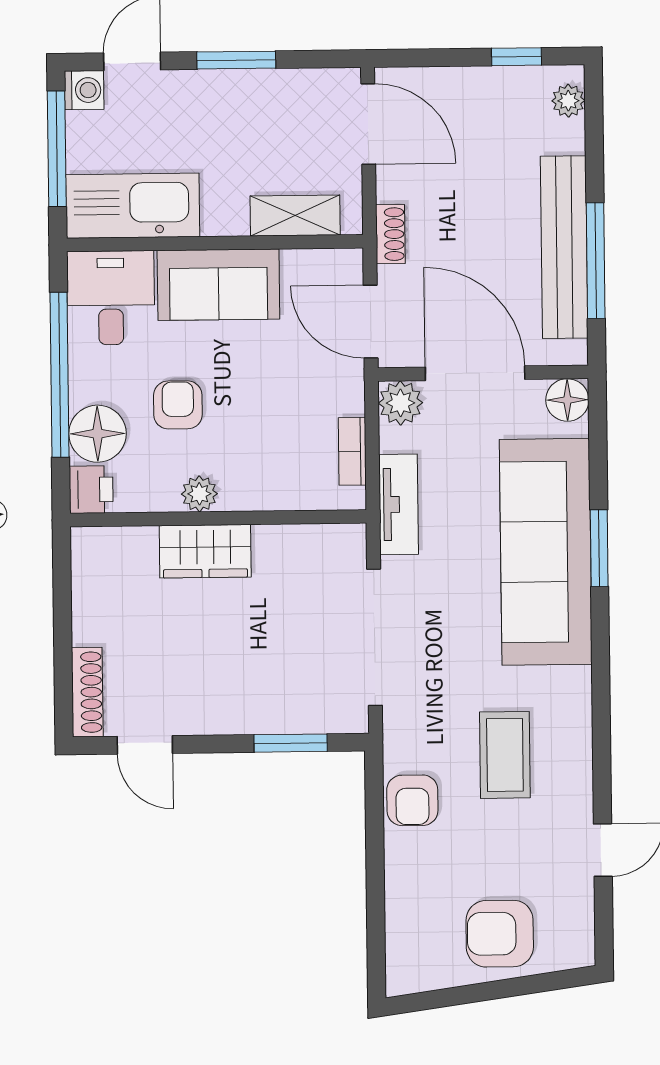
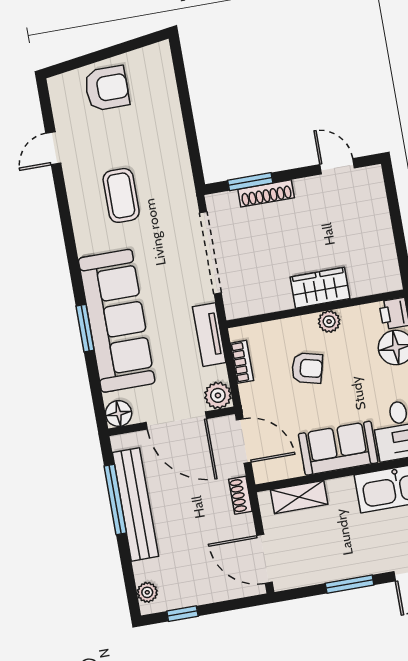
armchair: (178, 405) -> (307, 368), moved, turned -76
shoe rack: (87, 692) -> (266, 193), moved, turned -90
armchair: (412, 800) -> (172, 159), removed

